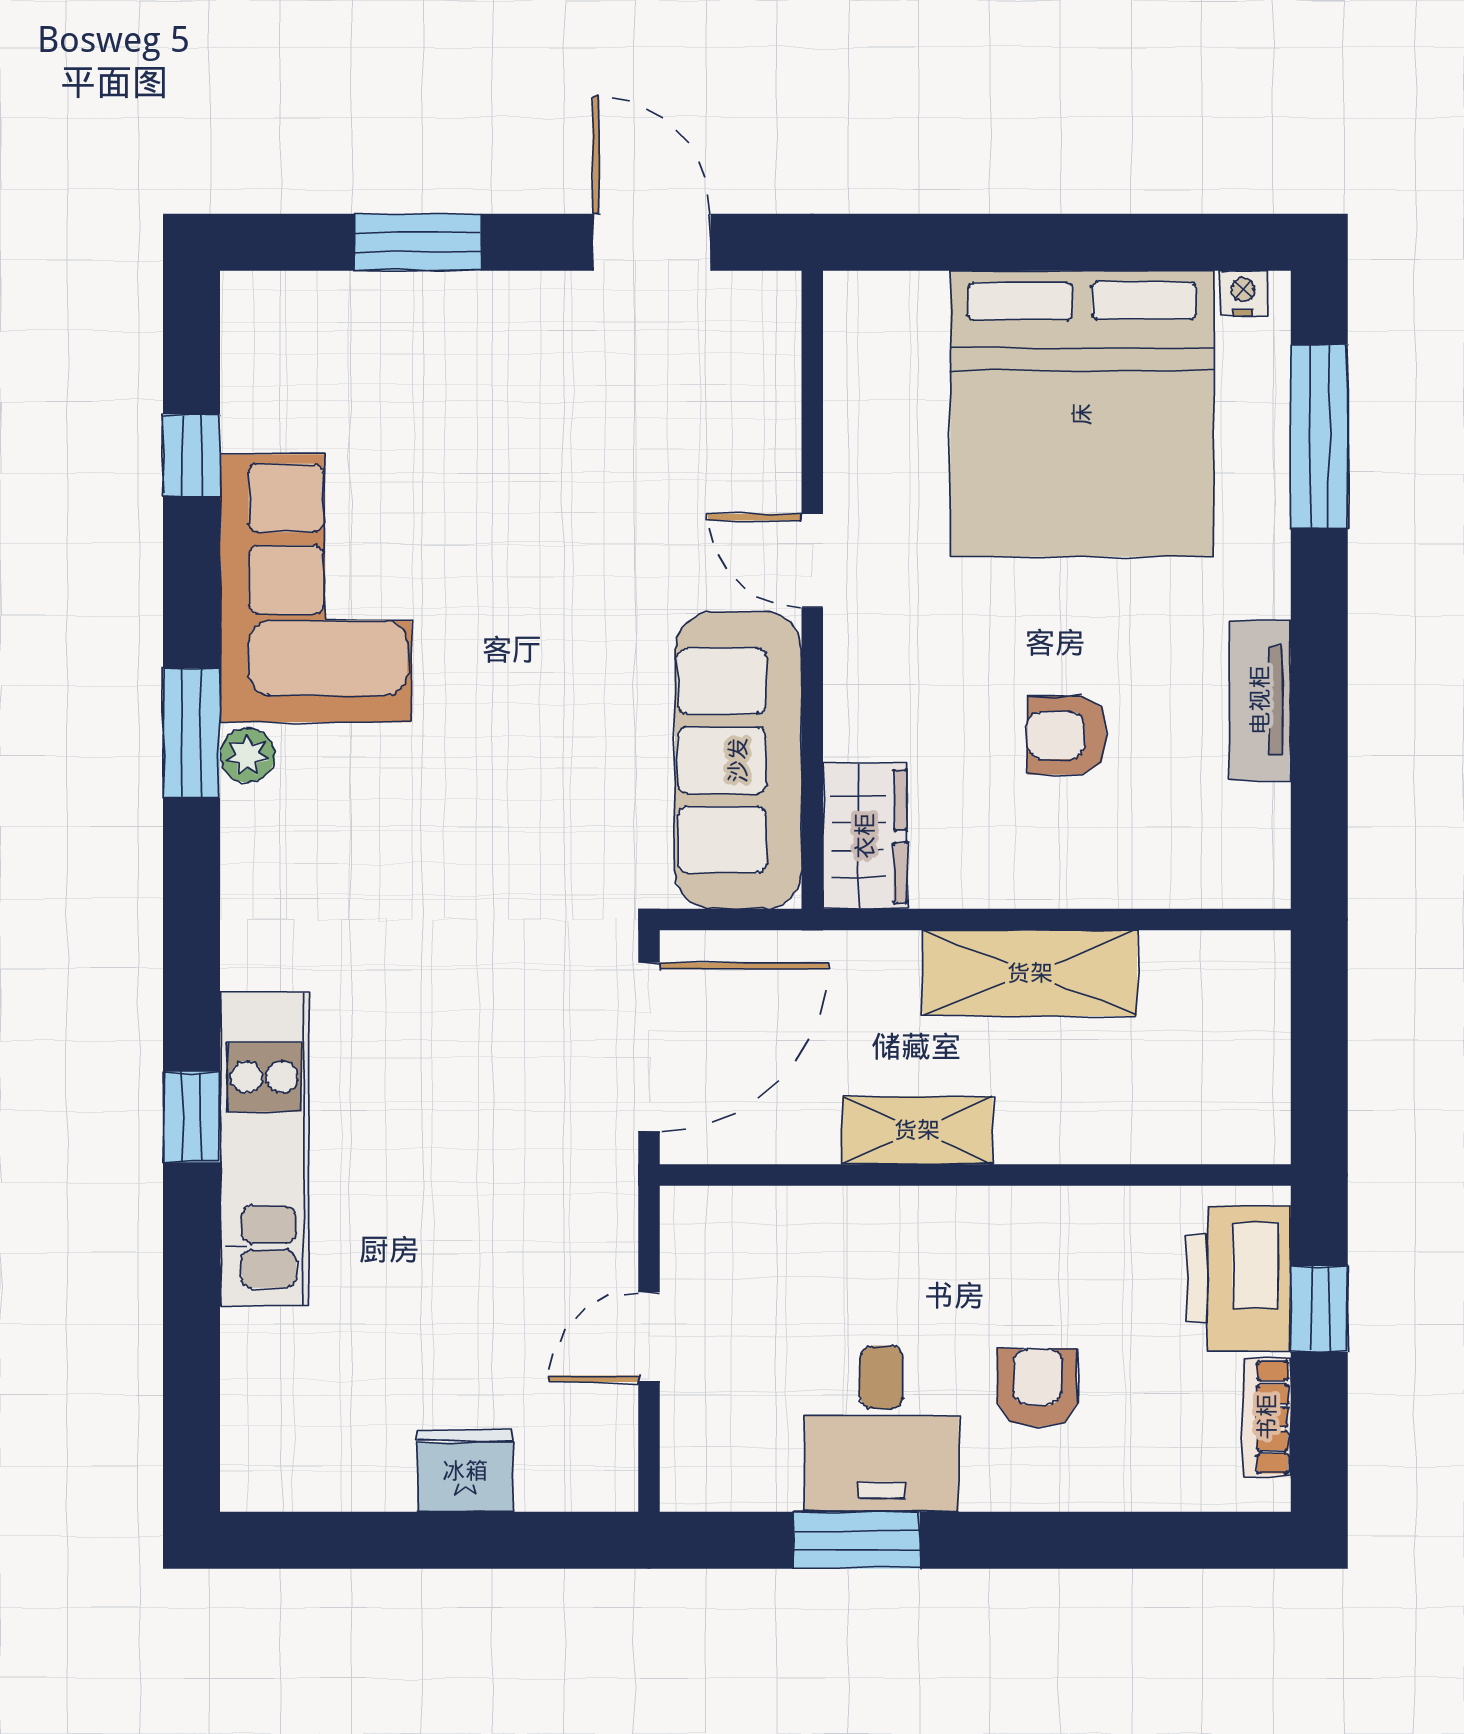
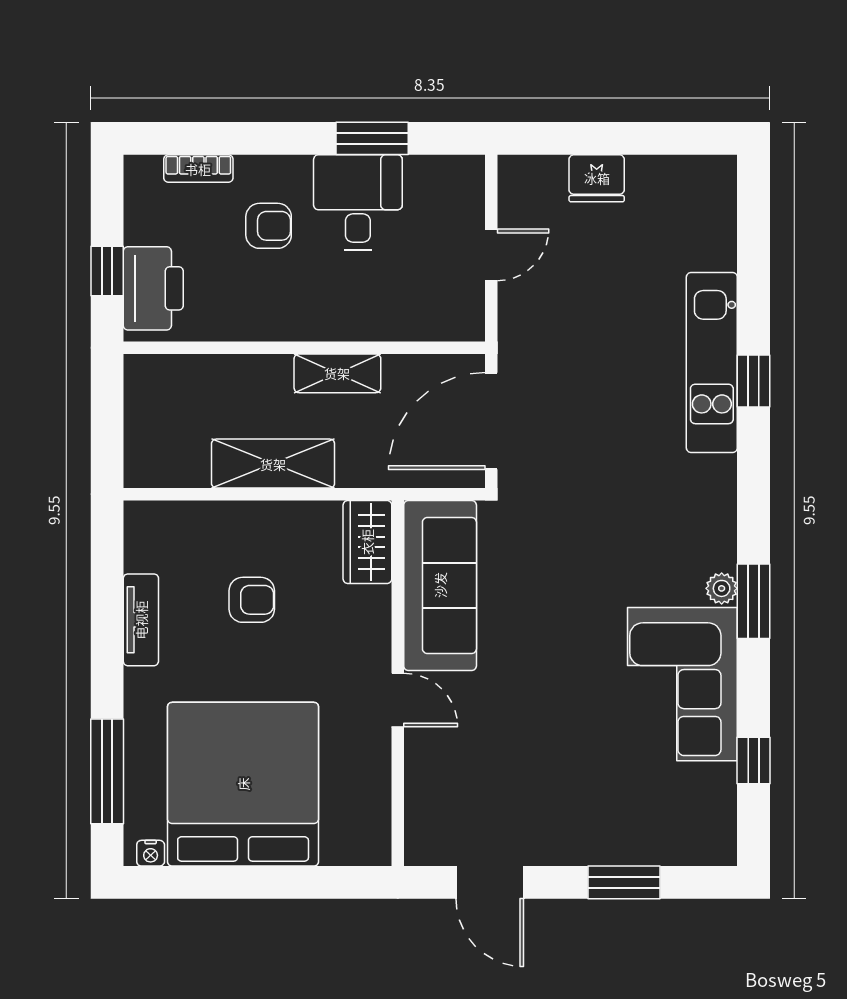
armchair: (1037, 1388) -> (269, 226), turned -90
bookcase: (1267, 1417) -> (198, 169), moved, turned 90

